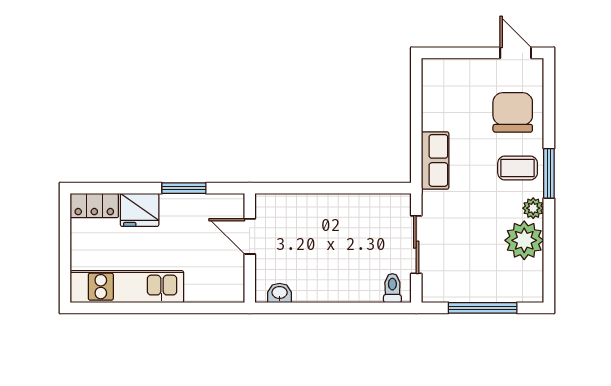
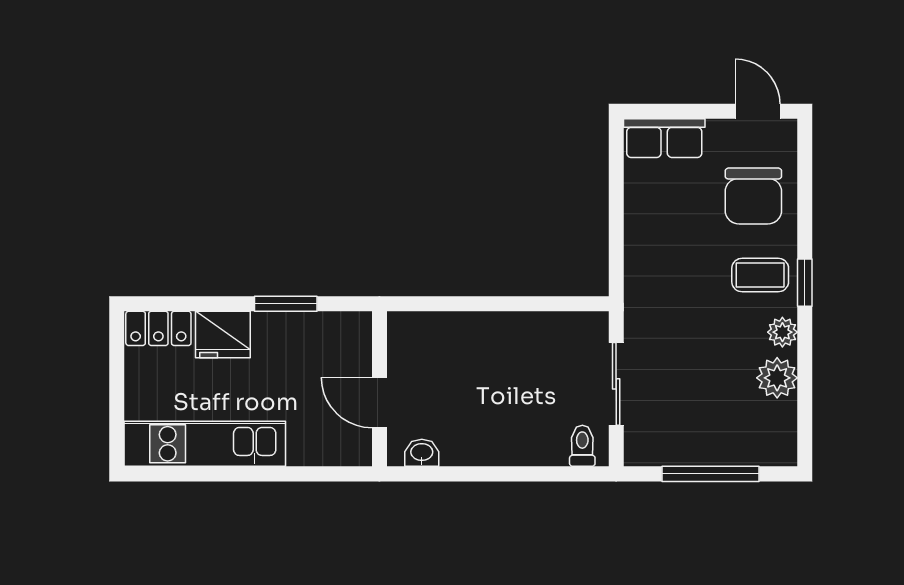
chair: (513, 112) -> (753, 196), turned 180
row of seats: (435, 160) -> (664, 138), moved, turned 90
window: (549, 173) -> (805, 283), width x0.67
door: (250, 236) -> (379, 403), moved
plant: (524, 240) -> (777, 378), width x0.73, depth x0.73

